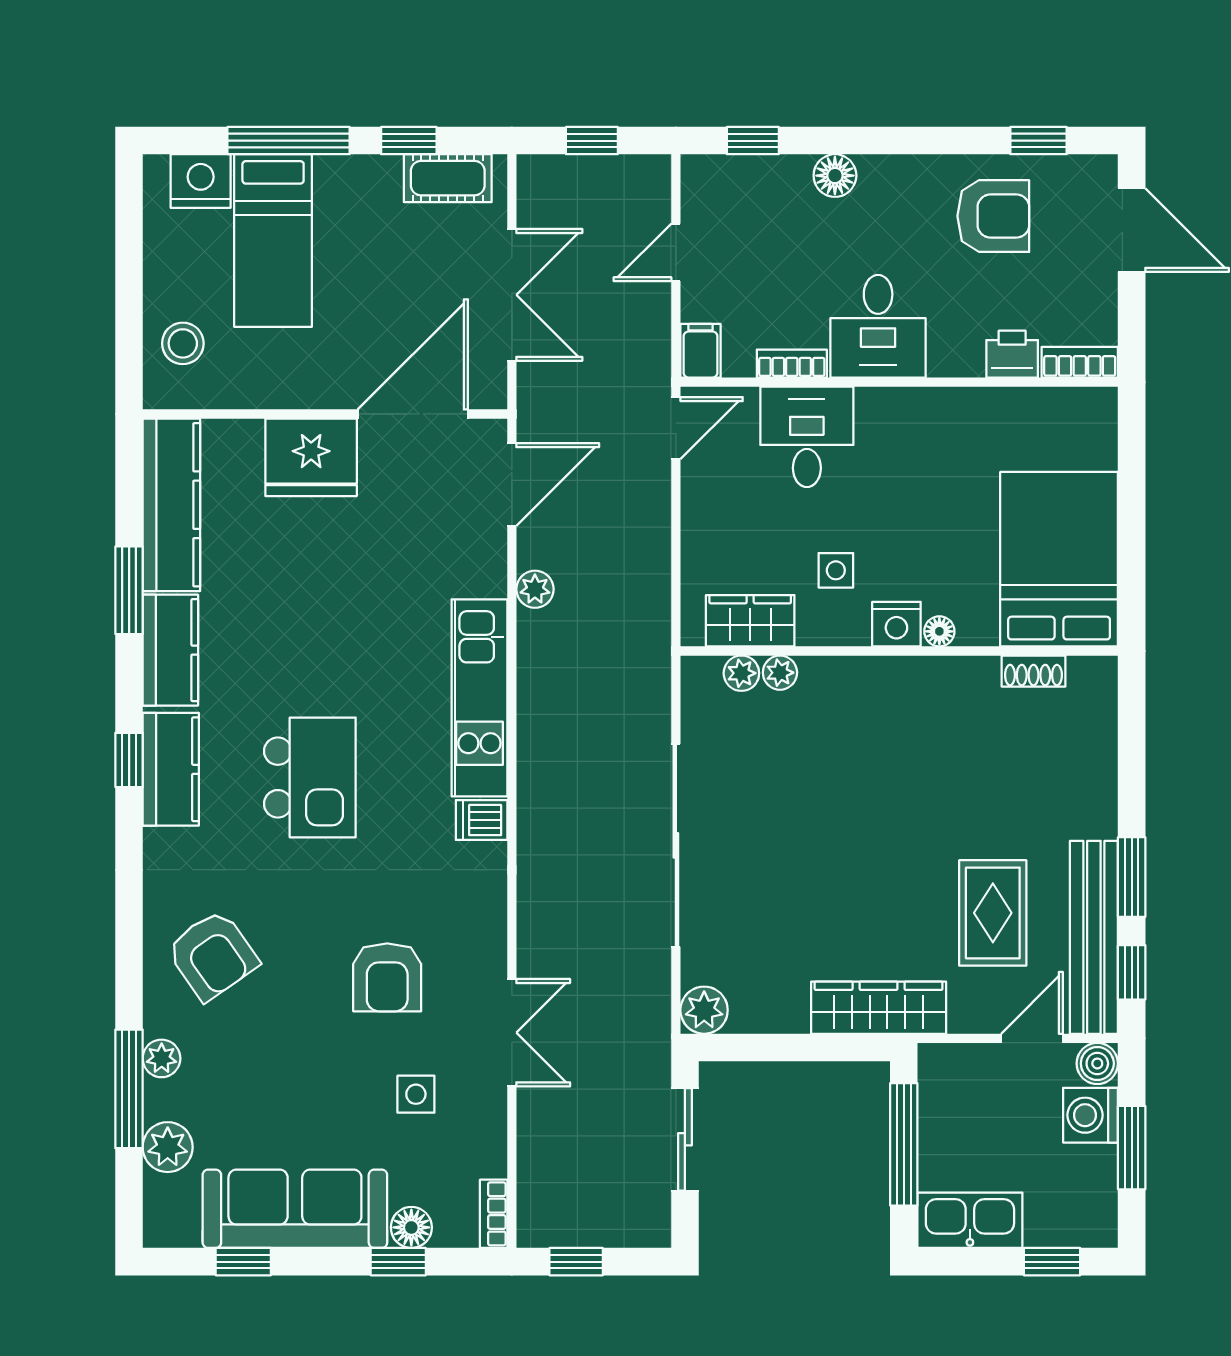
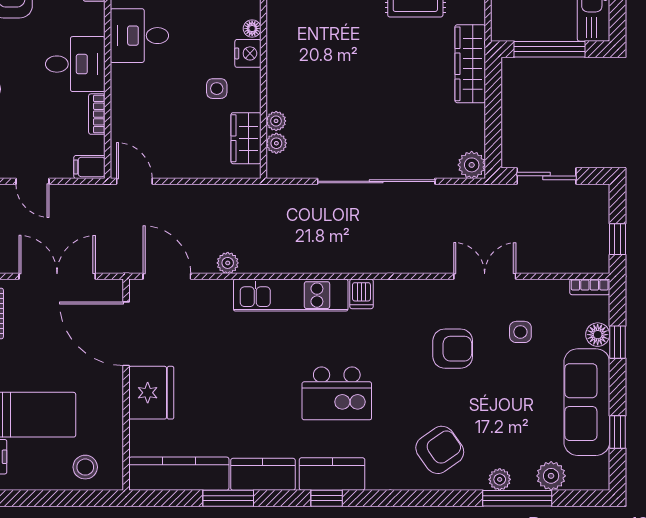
desk: (807, 437) -> (139, 36), moved
kitchen island: (310, 777) -> (337, 393), turned 180

